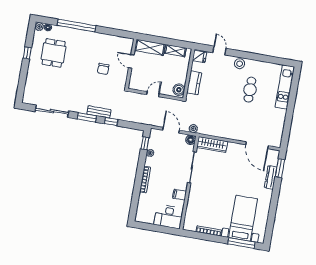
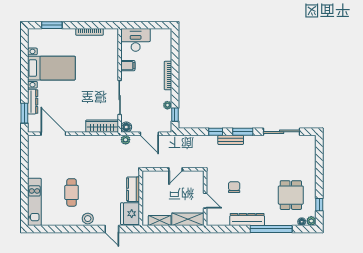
dresser: (97, 38) -> (247, 219), added
window: (27, 53) -> (319, 205), moved
fridge: (199, 56) -> (130, 214), width x1.88, depth x1.34
boiler: (179, 90) -> (148, 179), removed
bed with nightstands: (243, 218) -> (51, 68), moved, turned -90
window: (241, 243) -> (52, 25), width x0.69

